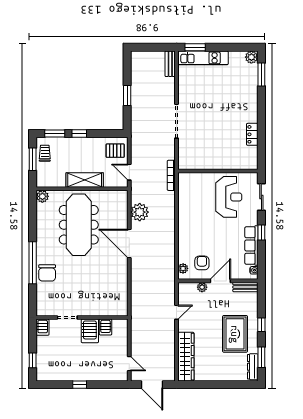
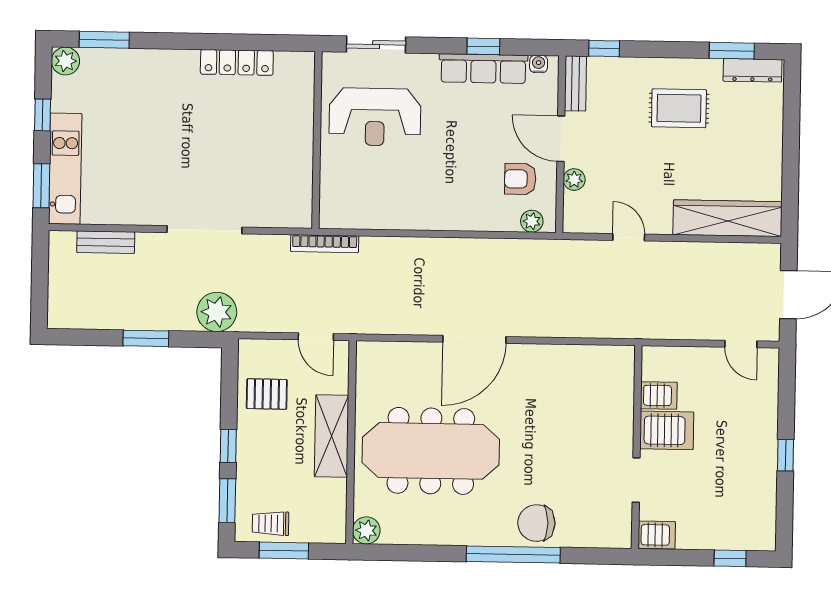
window: (227, 47) -> (43, 115), added
bench: (170, 64) -> (106, 242), moved
locker: (252, 134) -> (237, 62), width x1.53
pallet: (115, 151) -> (267, 394), moved, turned 90
door: (129, 172) -> (316, 337), hinge flipped
reception desk: (229, 197) -> (375, 117), turned 180
plant: (140, 212) -> (217, 312), moved
window: (261, 233) -> (483, 46), moved
chair: (47, 273) -> (536, 523), turned 180
window: (261, 325) -> (604, 49), moved
rug: (235, 334) -> (679, 108), width x0.73, depth x0.70
door: (129, 364) -> (741, 344), swing flipped

